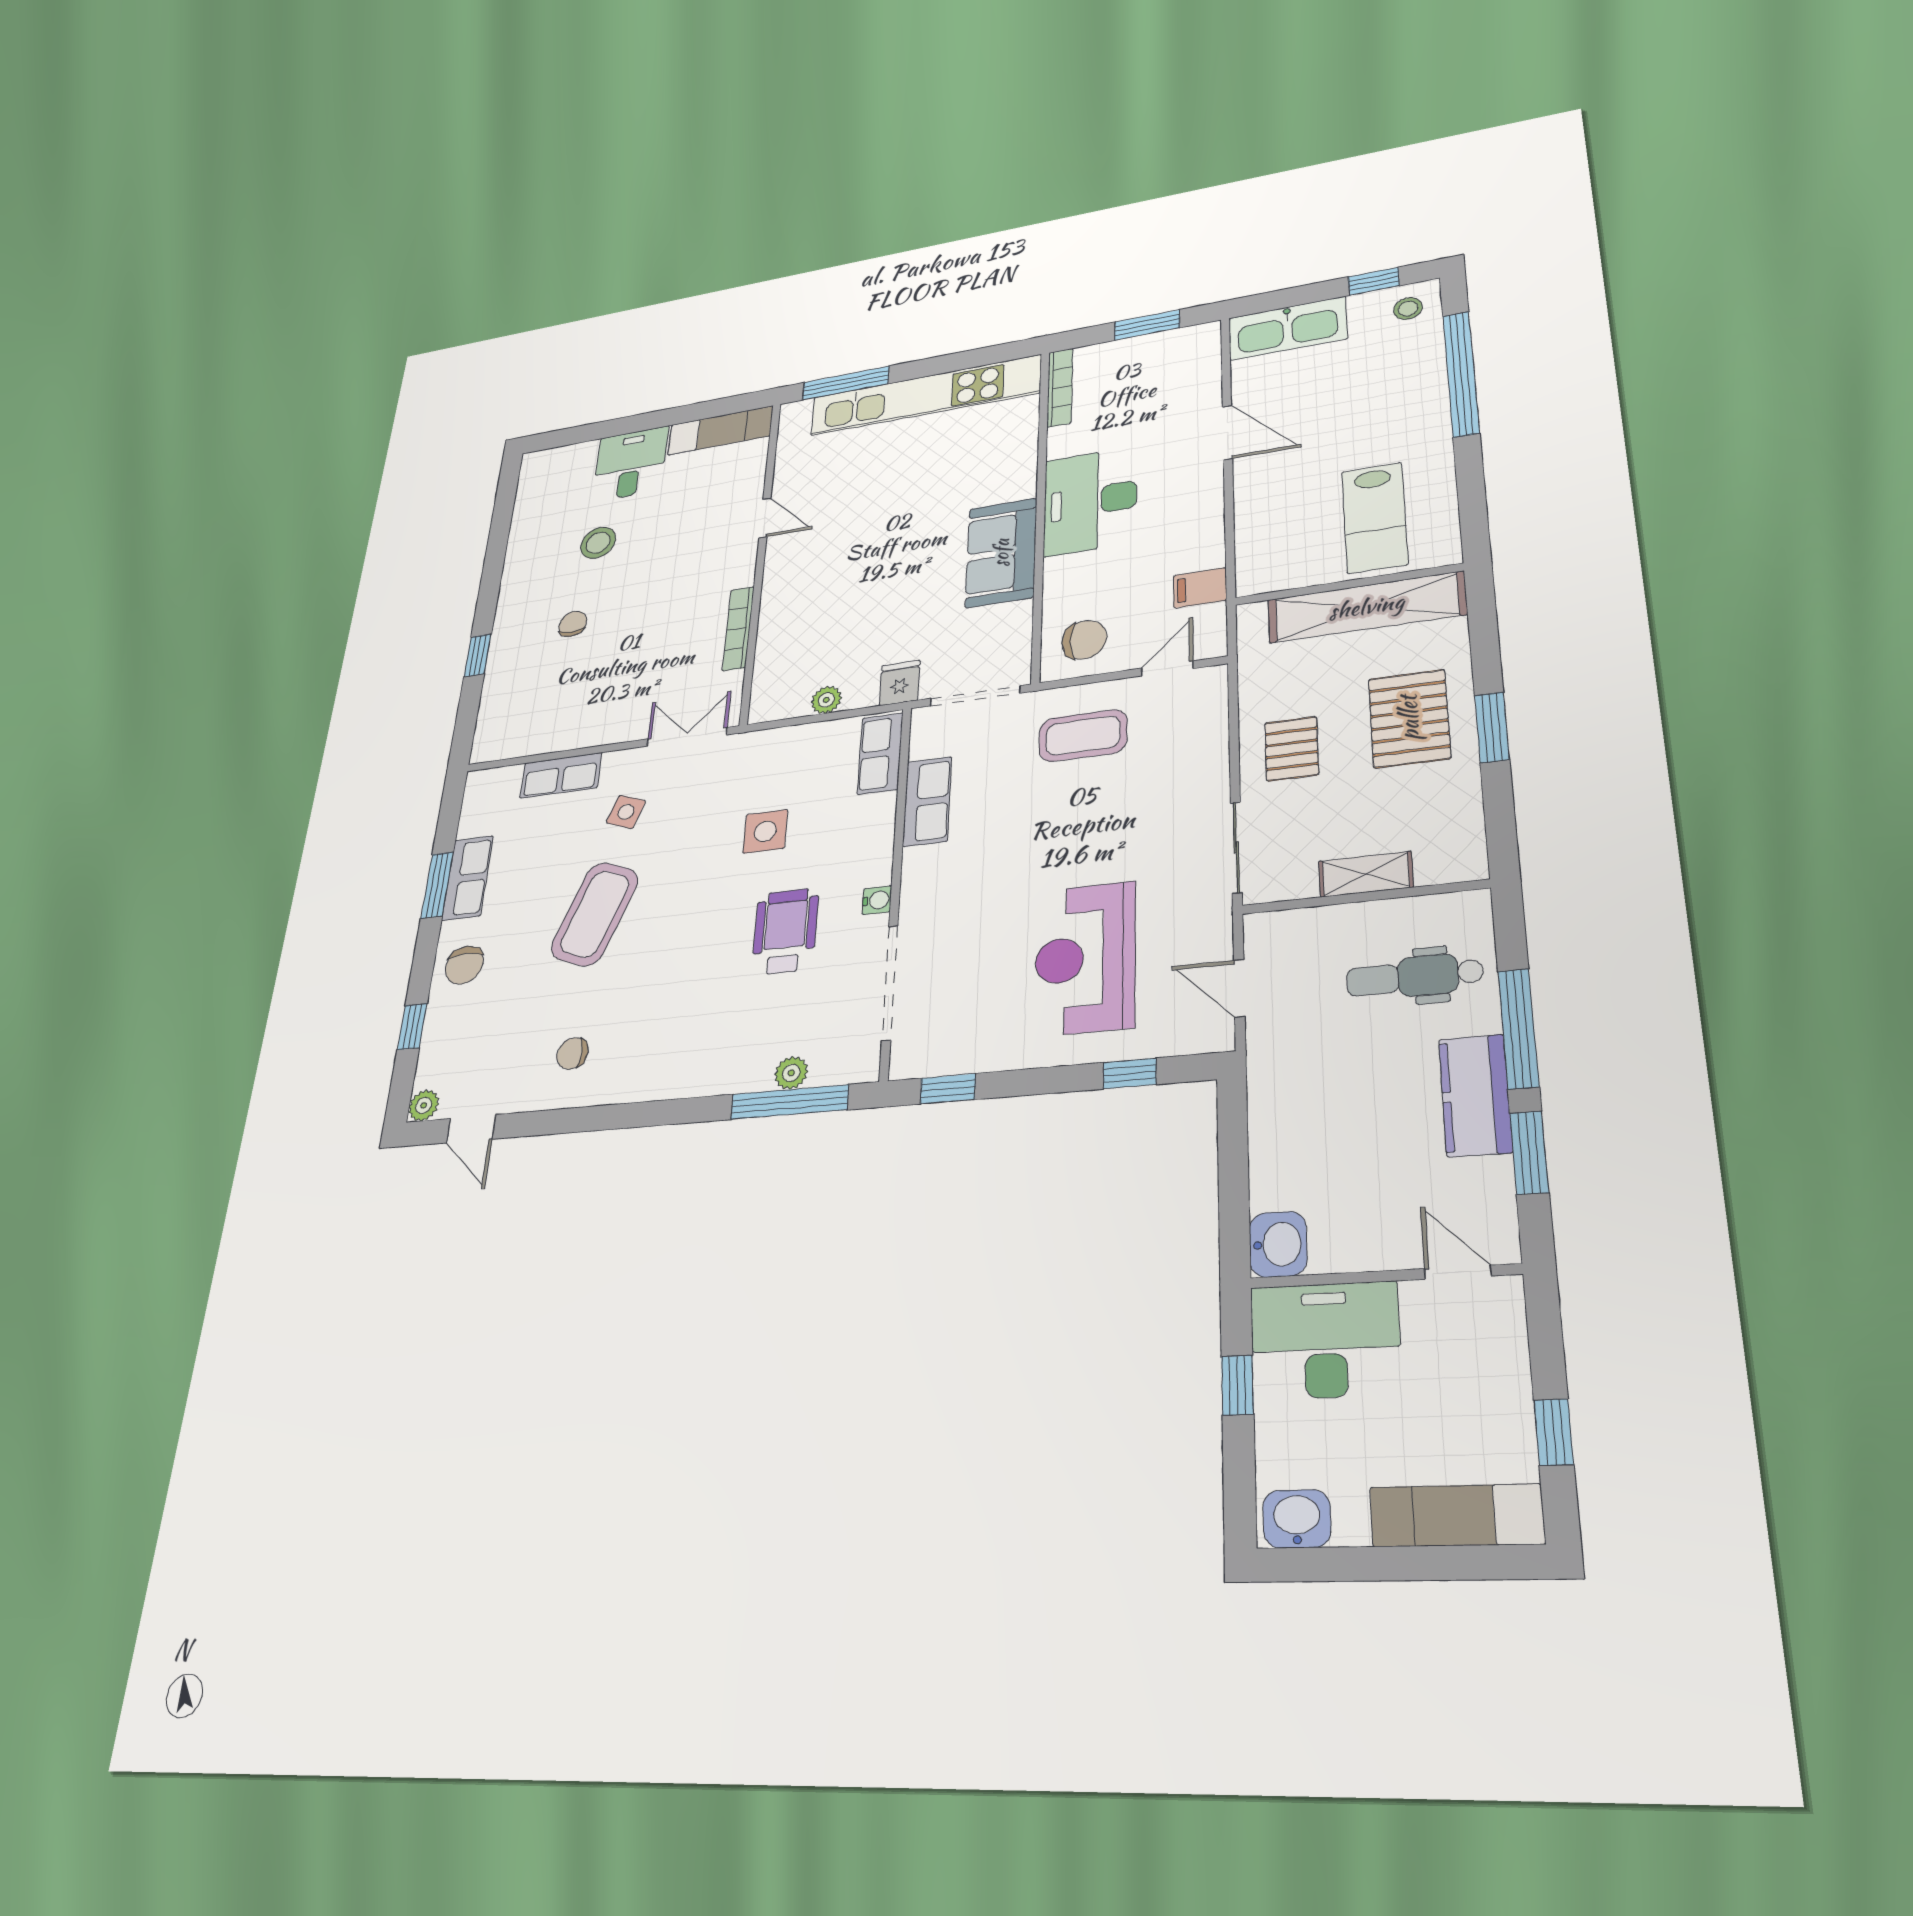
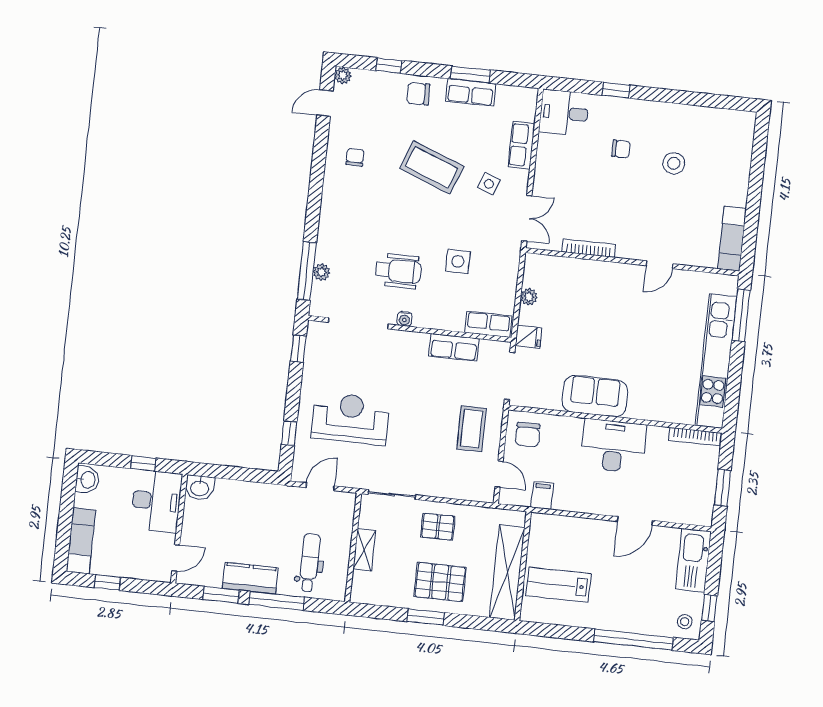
desk: (630, 464) -> (564, 113), moved, turned 180

